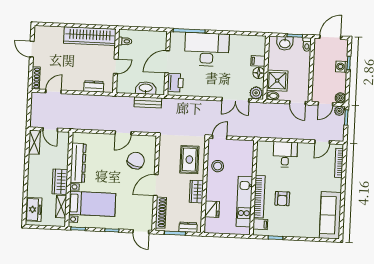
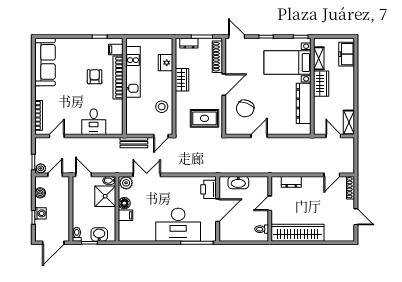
boiler: (340, 98) -> (40, 193), moved
bench: (148, 102) -> (134, 143), moved
rug: (189, 160) -> (204, 118), moved, turned 90

